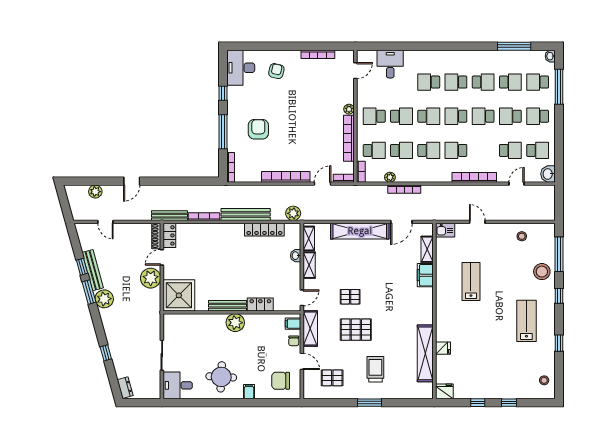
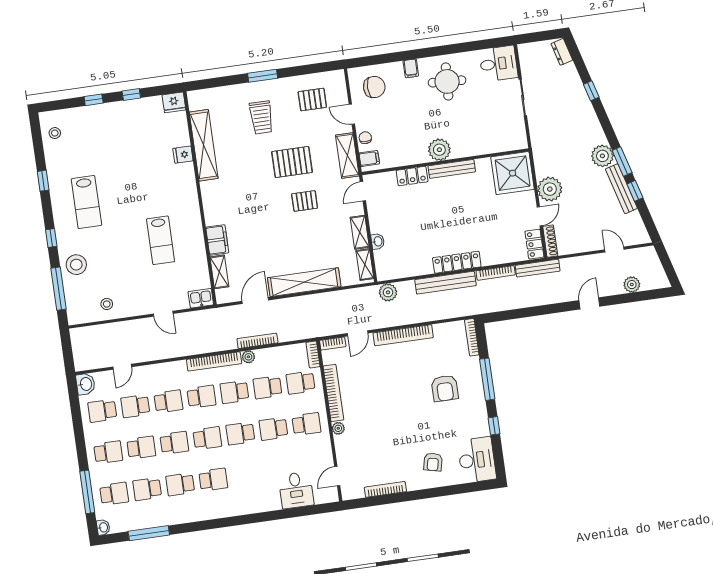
school desk: (429, 82) -> (168, 401), moved
plant: (390, 177) -> (248, 357), moved
bookcase: (474, 177) -> (214, 361), moved
locker: (264, 230) -> (457, 262), moved

